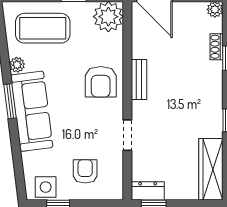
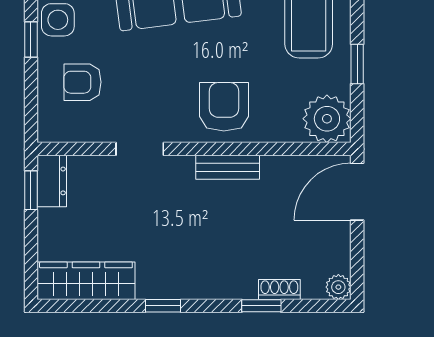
armchair: (101, 82) -> (224, 107), turned 90
armchair: (85, 171) -> (83, 82), turned 180

